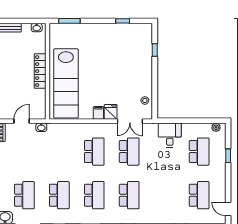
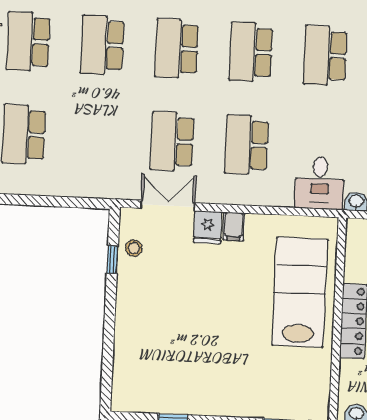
window: (155, 50) -> (112, 260), moved
lab bench: (66, 83) -> (300, 292), width x0.73
desk: (170, 135) -> (320, 183), moved
school desk: (164, 195) -> (102, 45), added

